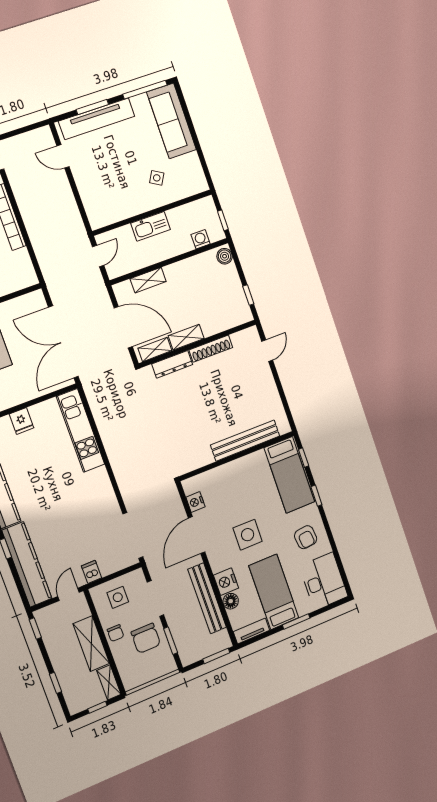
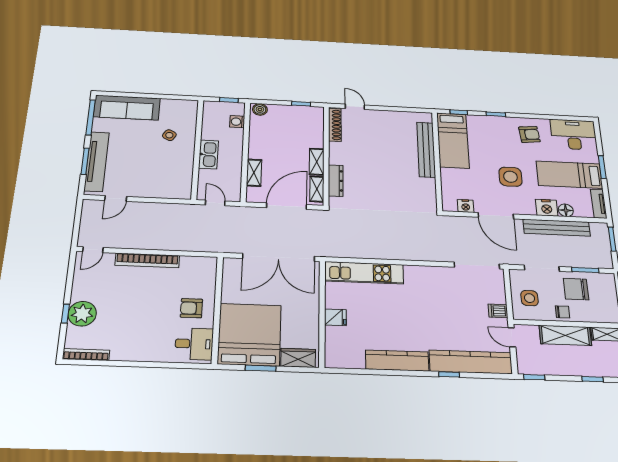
shoe rack: (211, 349) -> (335, 125), moved
bed: (289, 475) -> (453, 140), moved, turned 90
chair: (146, 638) -> (576, 289), turned 180

